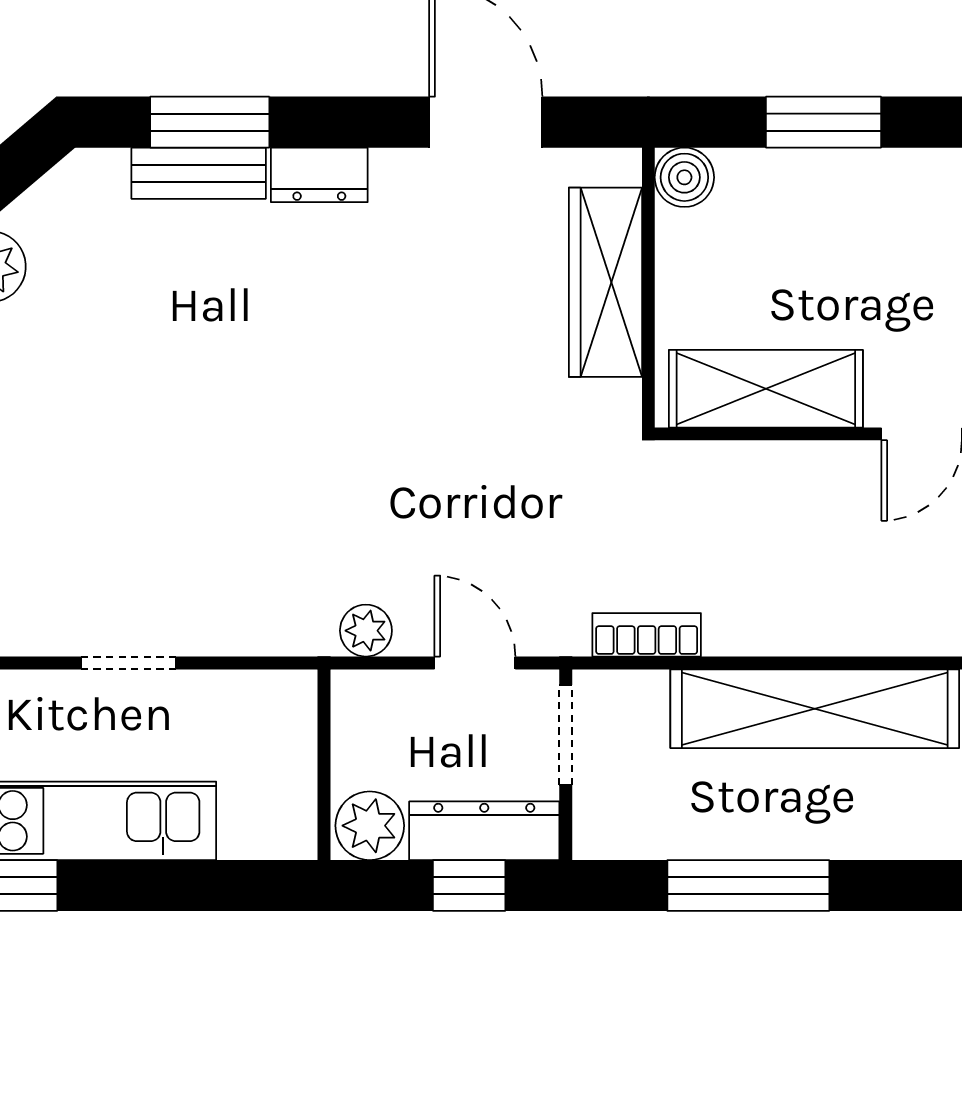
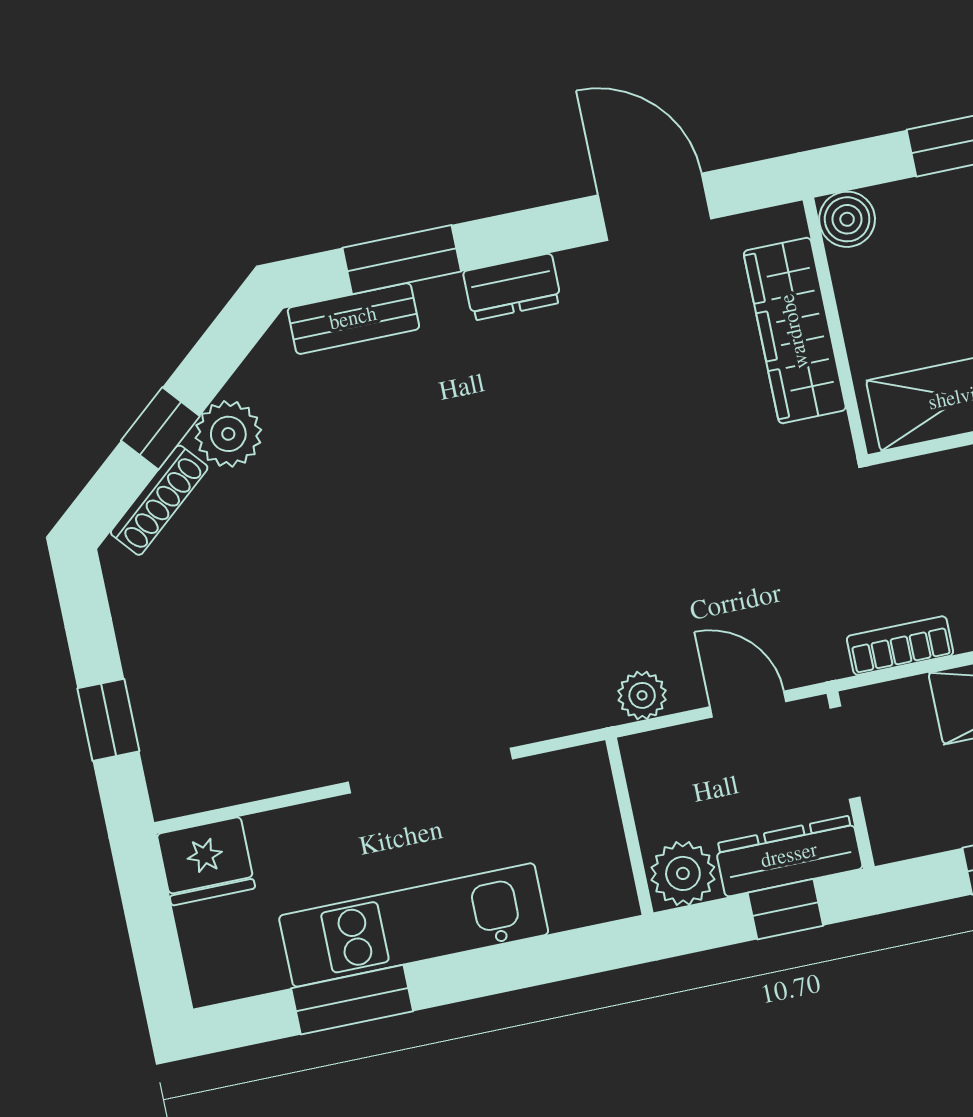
bench: (199, 173) -> (353, 319), moved
doorway: (128, 663) -> (431, 770), width x1.88

